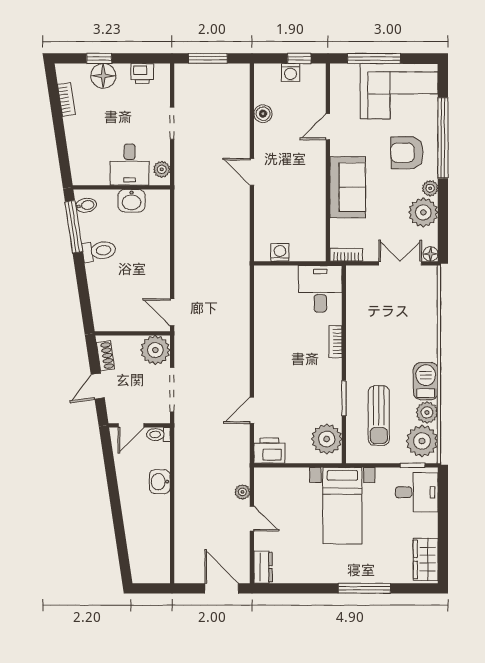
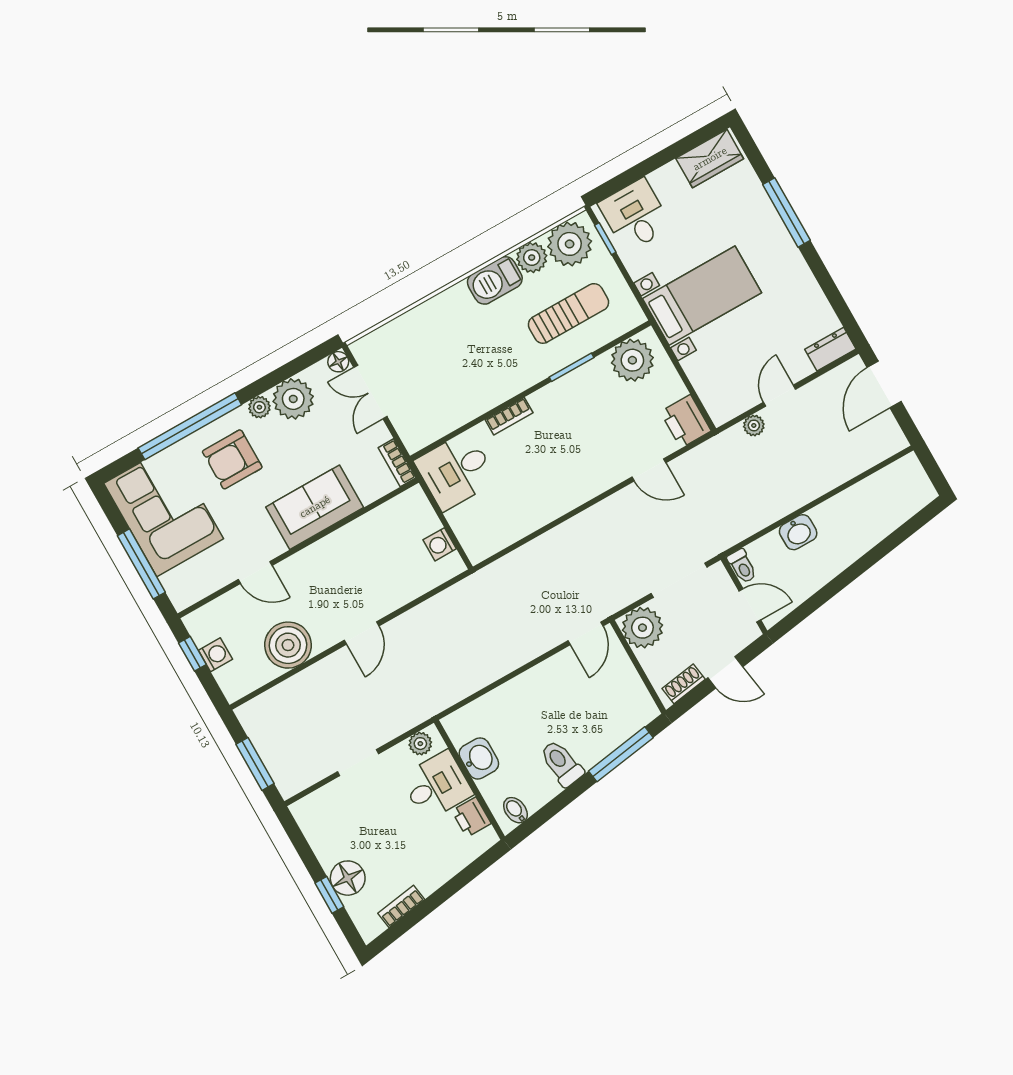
printer: (142, 74) -> (471, 817), moved, turned 180
boiler: (263, 114) -> (288, 645), width x1.86, depth x1.86
armchair: (407, 153) -> (232, 459), turned 91
window: (74, 227) -> (621, 754), moved

